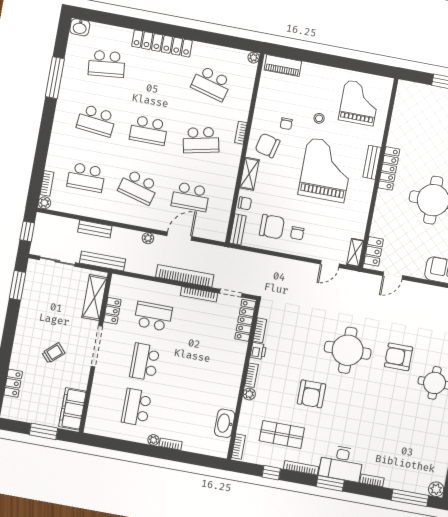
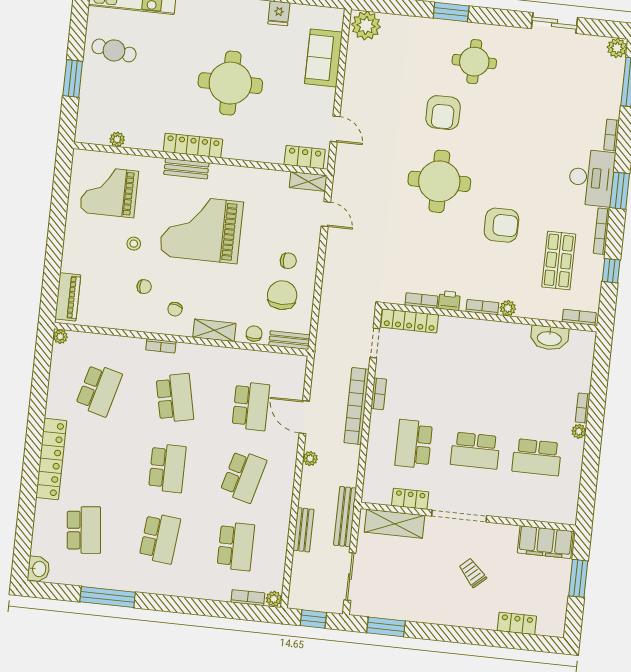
plant: (398, 112) -> (117, 139), added
chair: (268, 145) -> (175, 309), width x0.54, depth x0.54
bookcase: (199, 294) -> (379, 394), width x0.64

